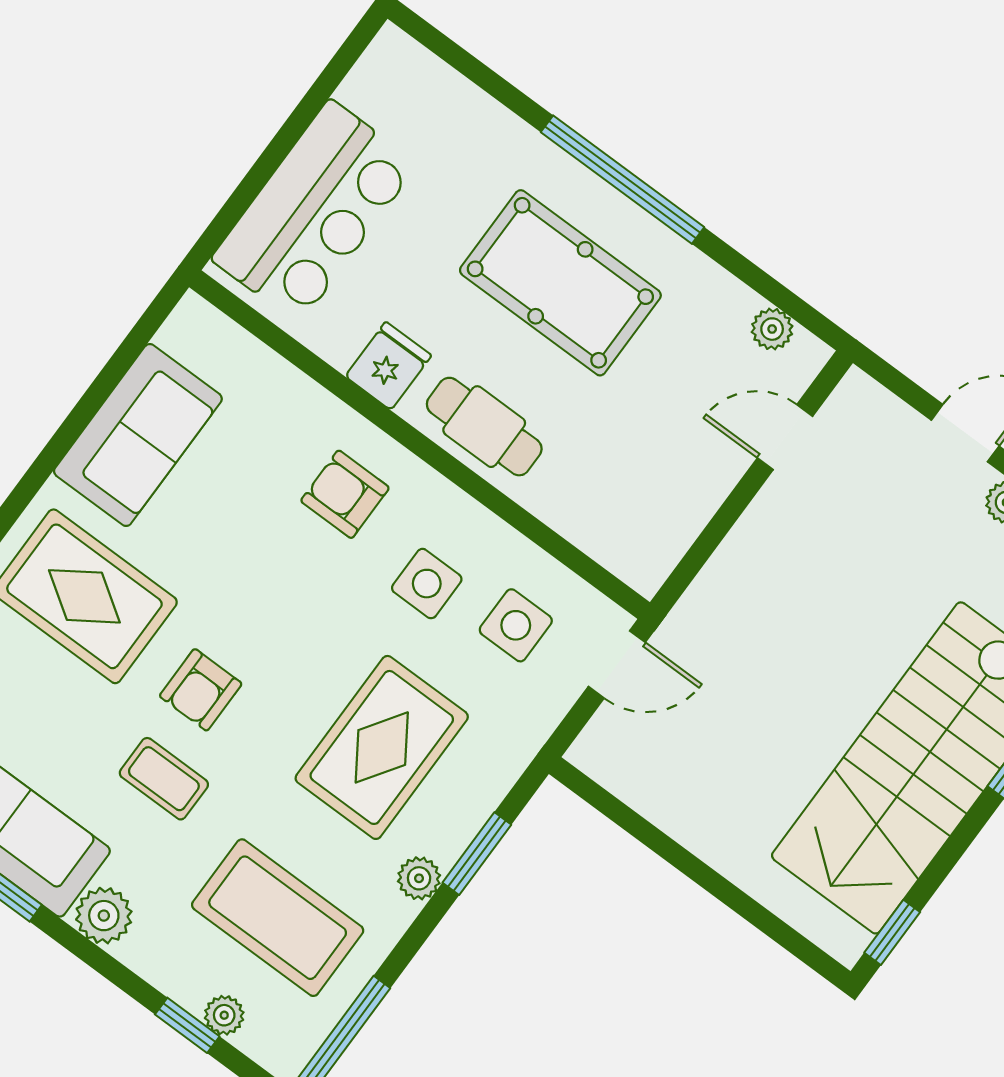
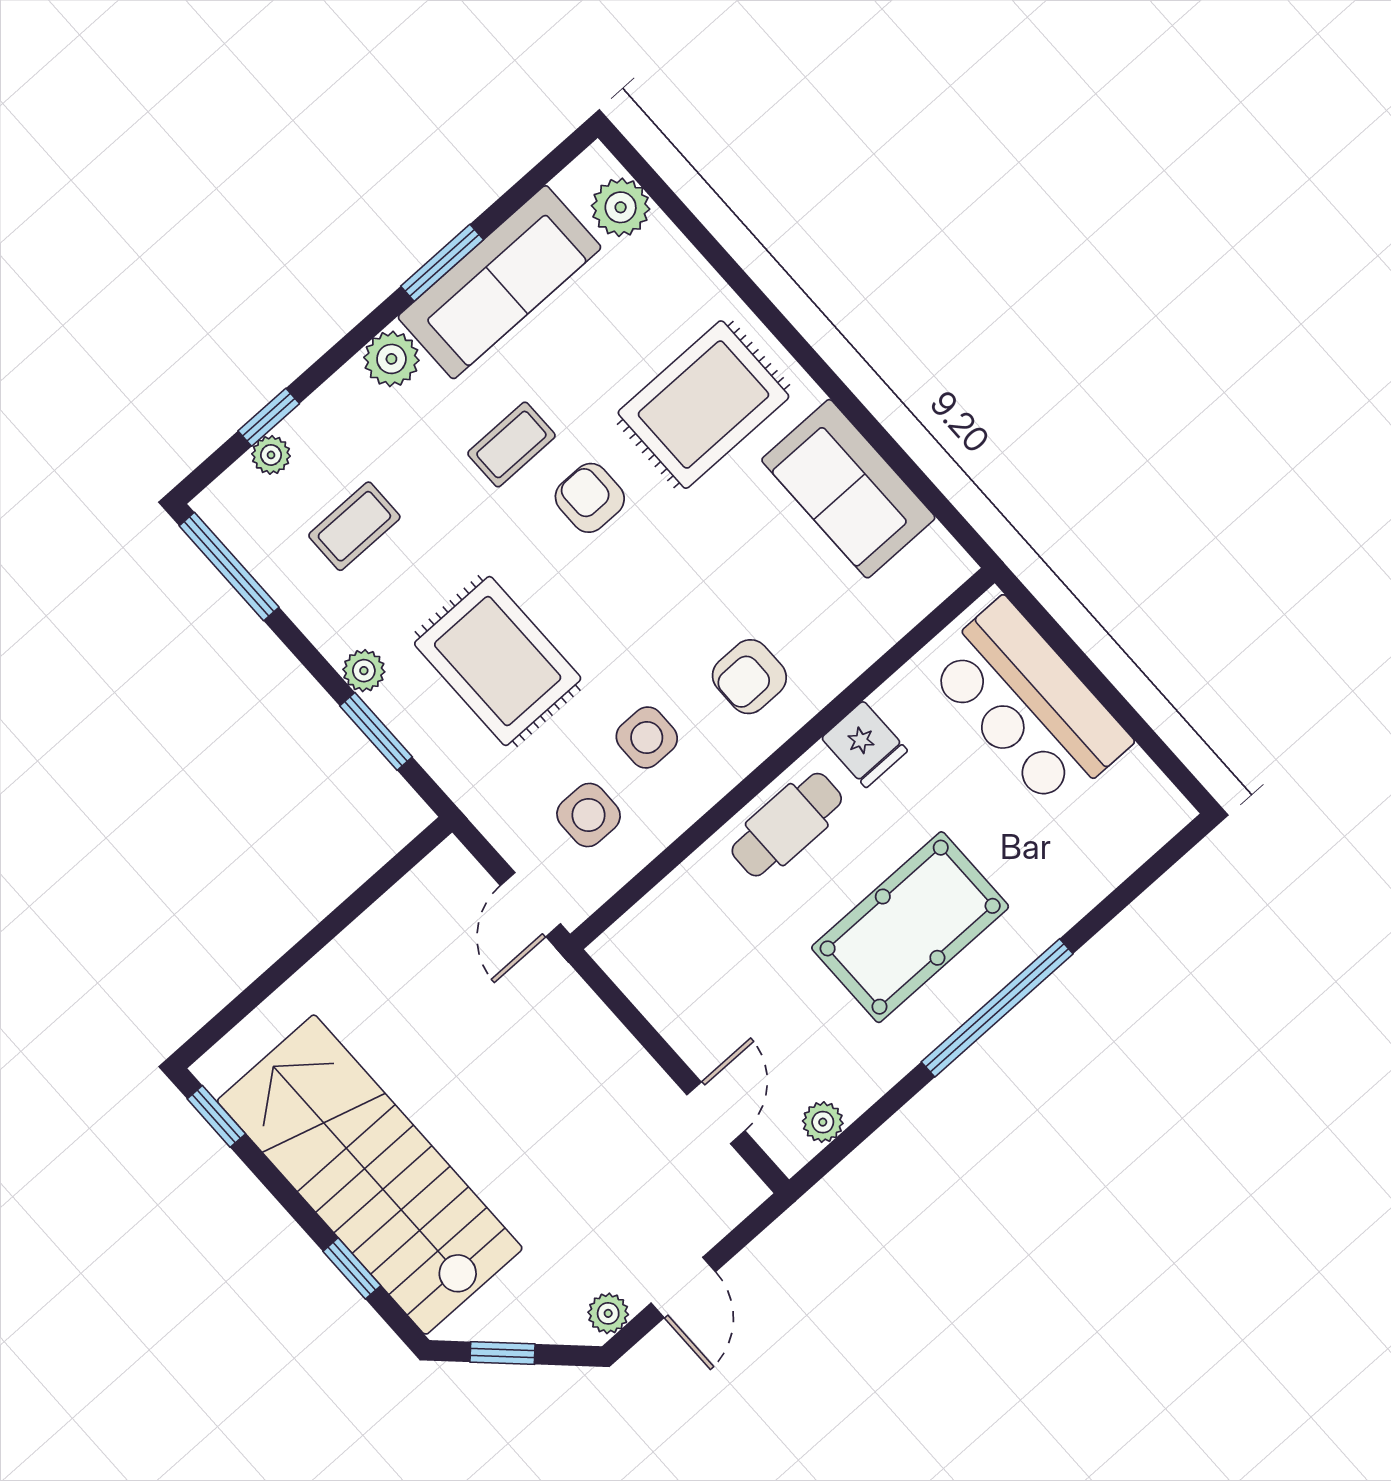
armchair: (345, 494) -> (749, 677), turned 180
coffee table: (278, 918) -> (354, 526), width x0.54, depth x0.58

